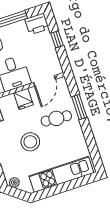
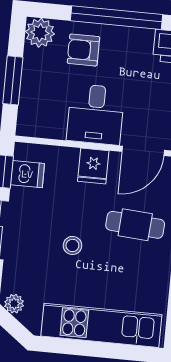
stool: (30, 142) -> (72, 245), width x0.53, depth x0.53

